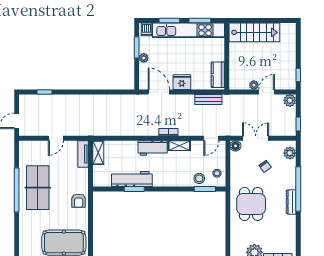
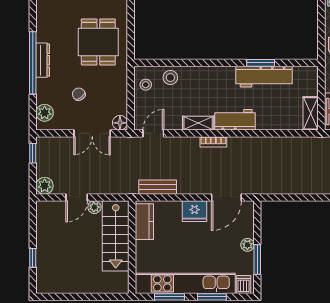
stairs: (254, 32) -> (116, 236), moved, turned -90
window: (298, 75) -> (33, 258), moved
door: (159, 92) -> (226, 197), hinge flipped
window: (205, 189) -> (162, 63), removed
dresser: (291, 202) -> (43, 60), moved

